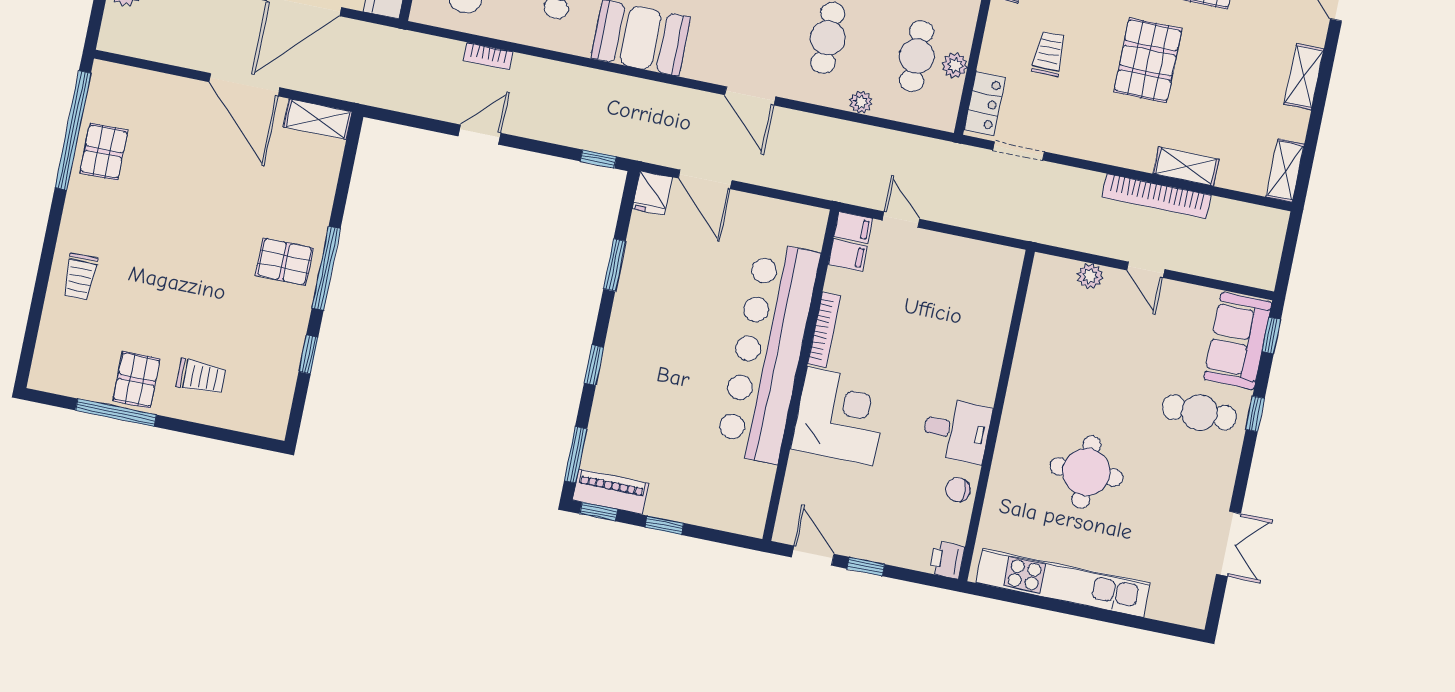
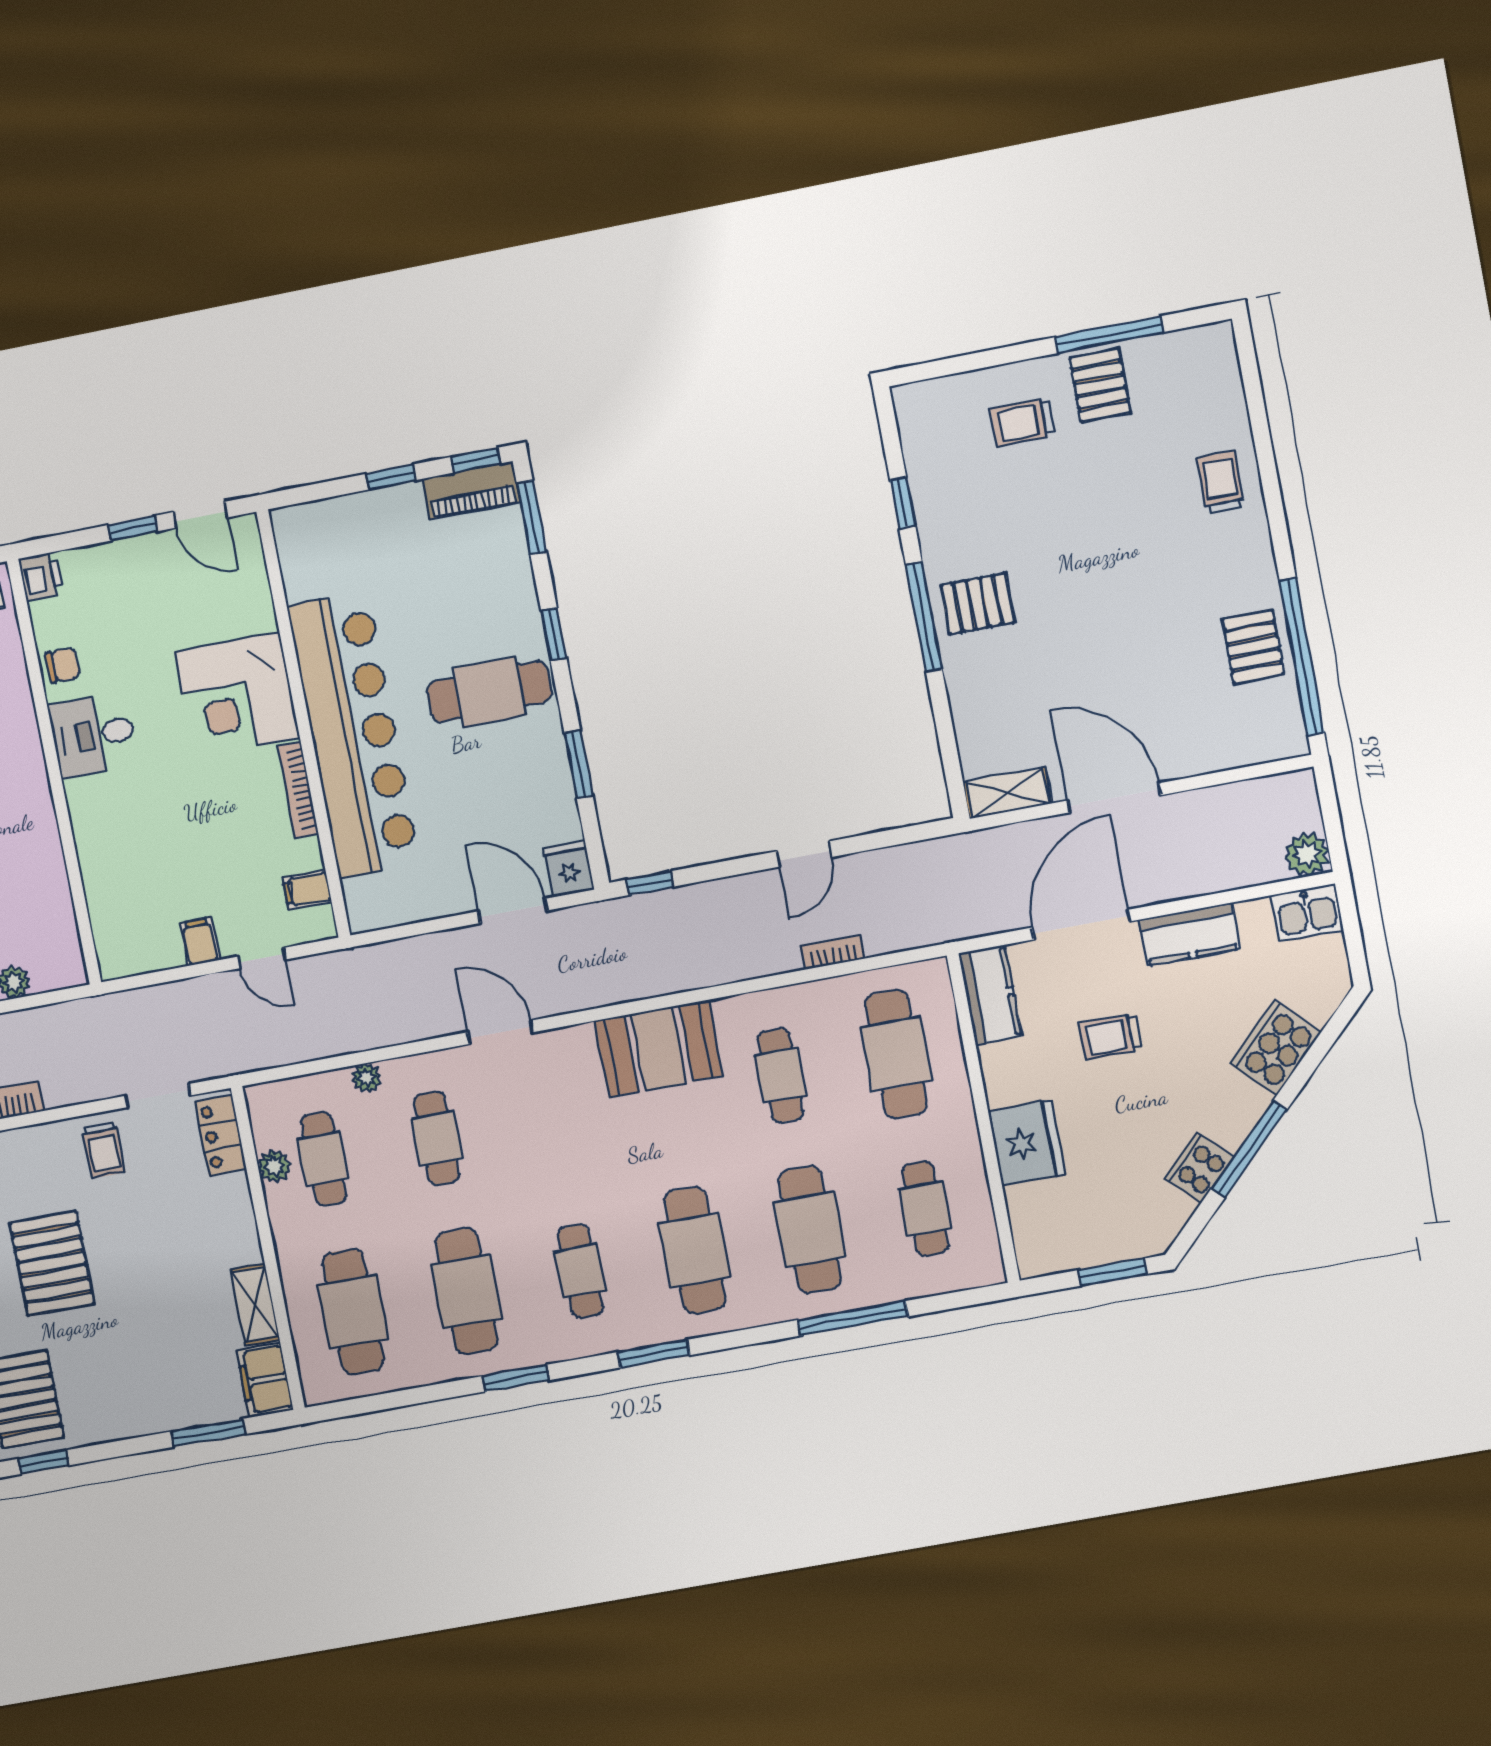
trolley: (1049, 54) -> (104, 1150), moved
filing cabinet: (853, 227) -> (200, 941), moved, turned 90
cafe table: (657, 343) -> (489, 692), added

